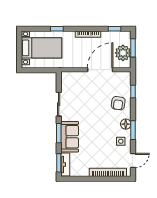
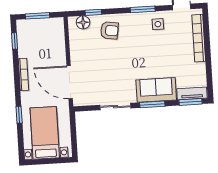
plant: (123, 53) -> (45, 28), removed
door: (100, 70) -> (70, 82), moved
floor lamp: (126, 124) -> (83, 22), moved

